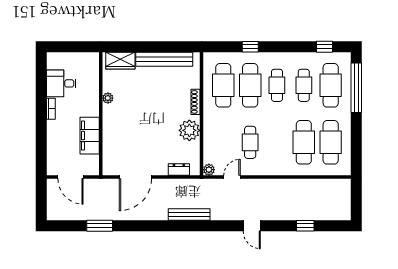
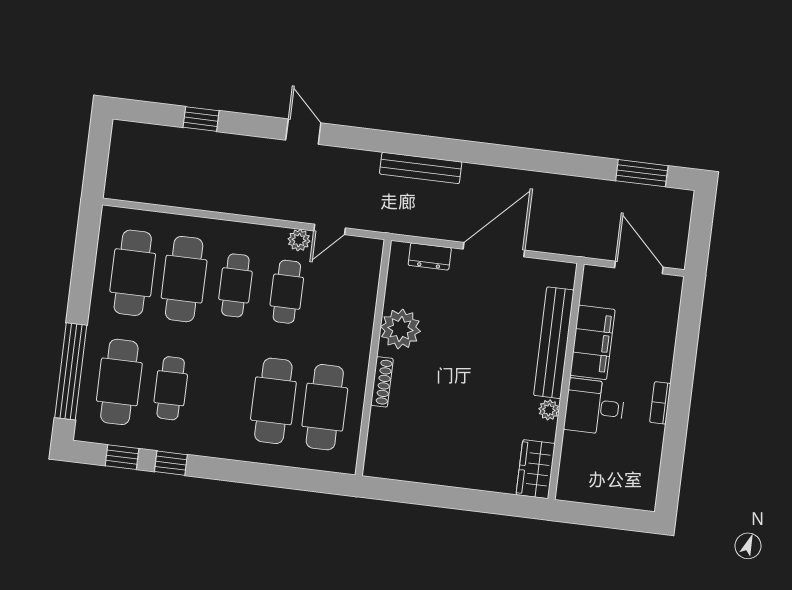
window: (250, 47) -> (171, 463), moved
bench: (164, 59) -> (554, 343), moved, turned 90
wardrobe: (120, 61) -> (536, 469), moved, turned -90
desk: (61, 83) -> (594, 407), moved, turned 180
cafe table: (277, 85) -> (235, 285), moved
plant: (209, 170) -> (299, 240), moved
door: (135, 177) -> (494, 250), moved
window: (100, 226) -> (642, 173), moved

